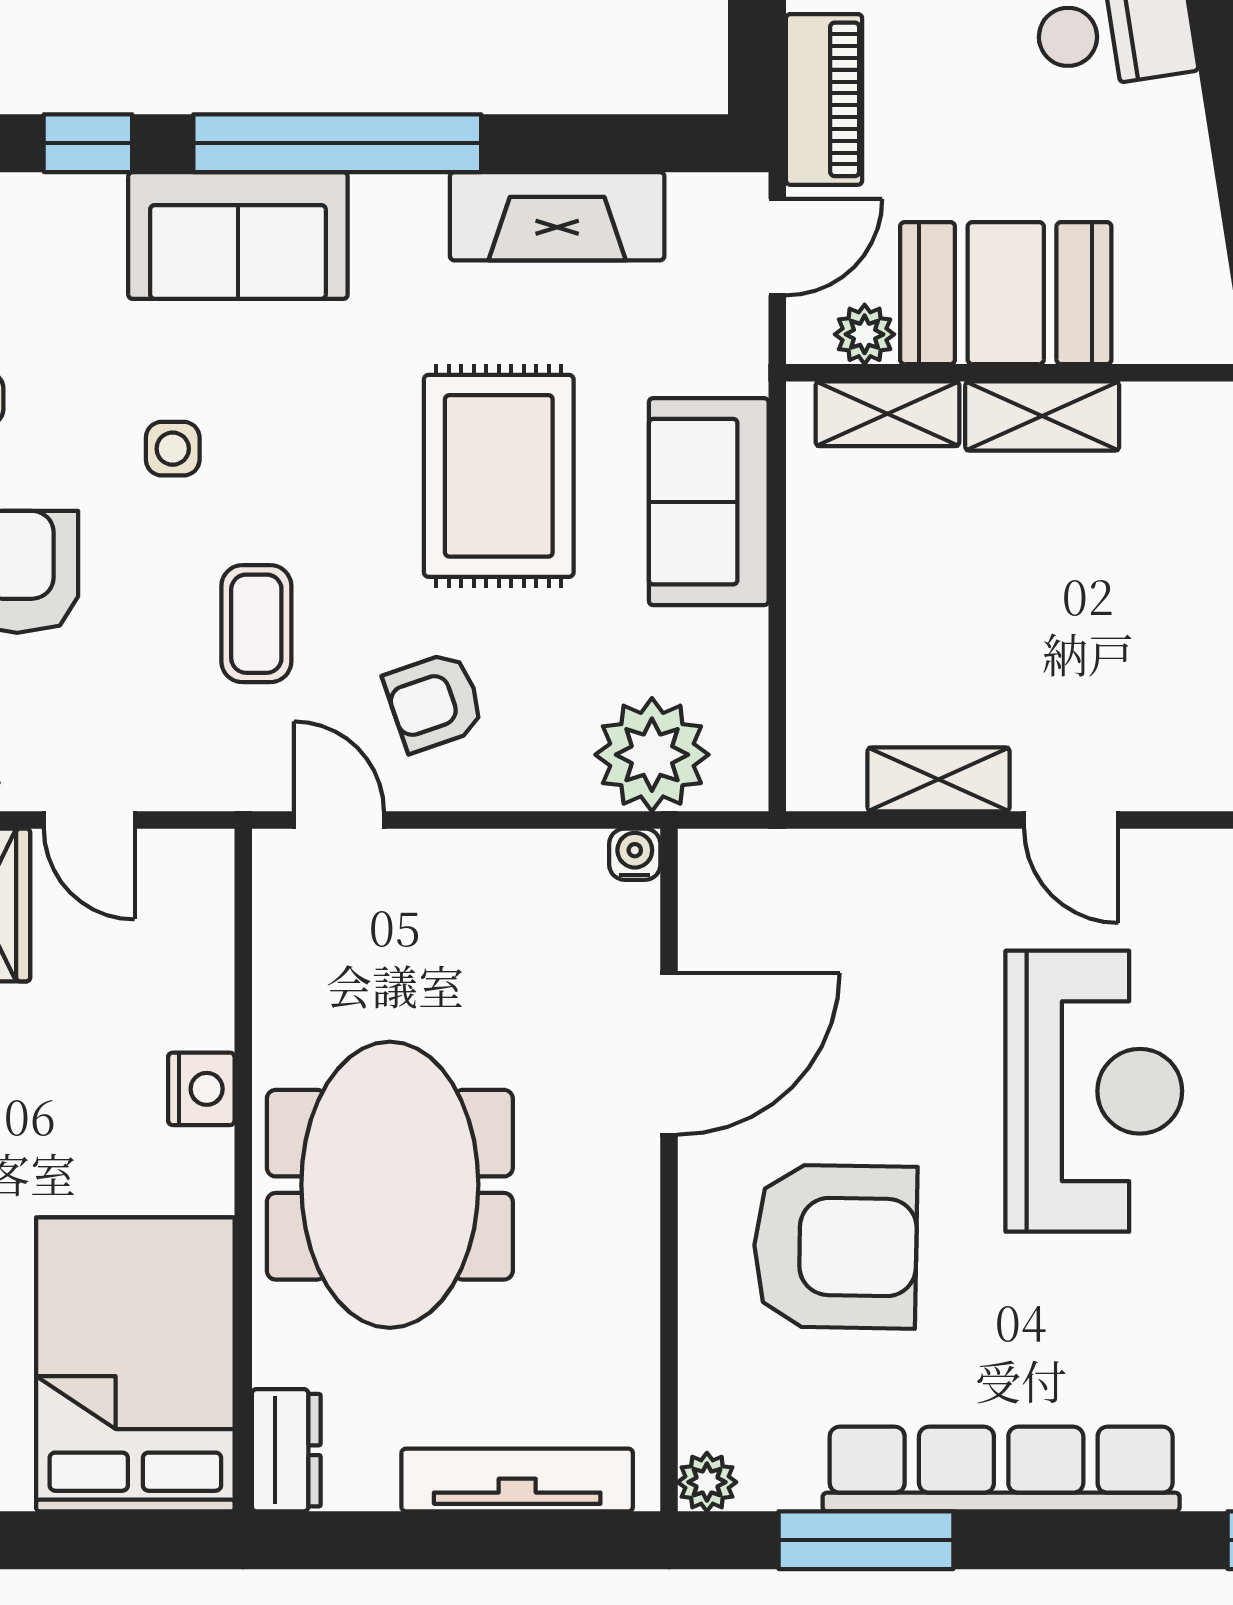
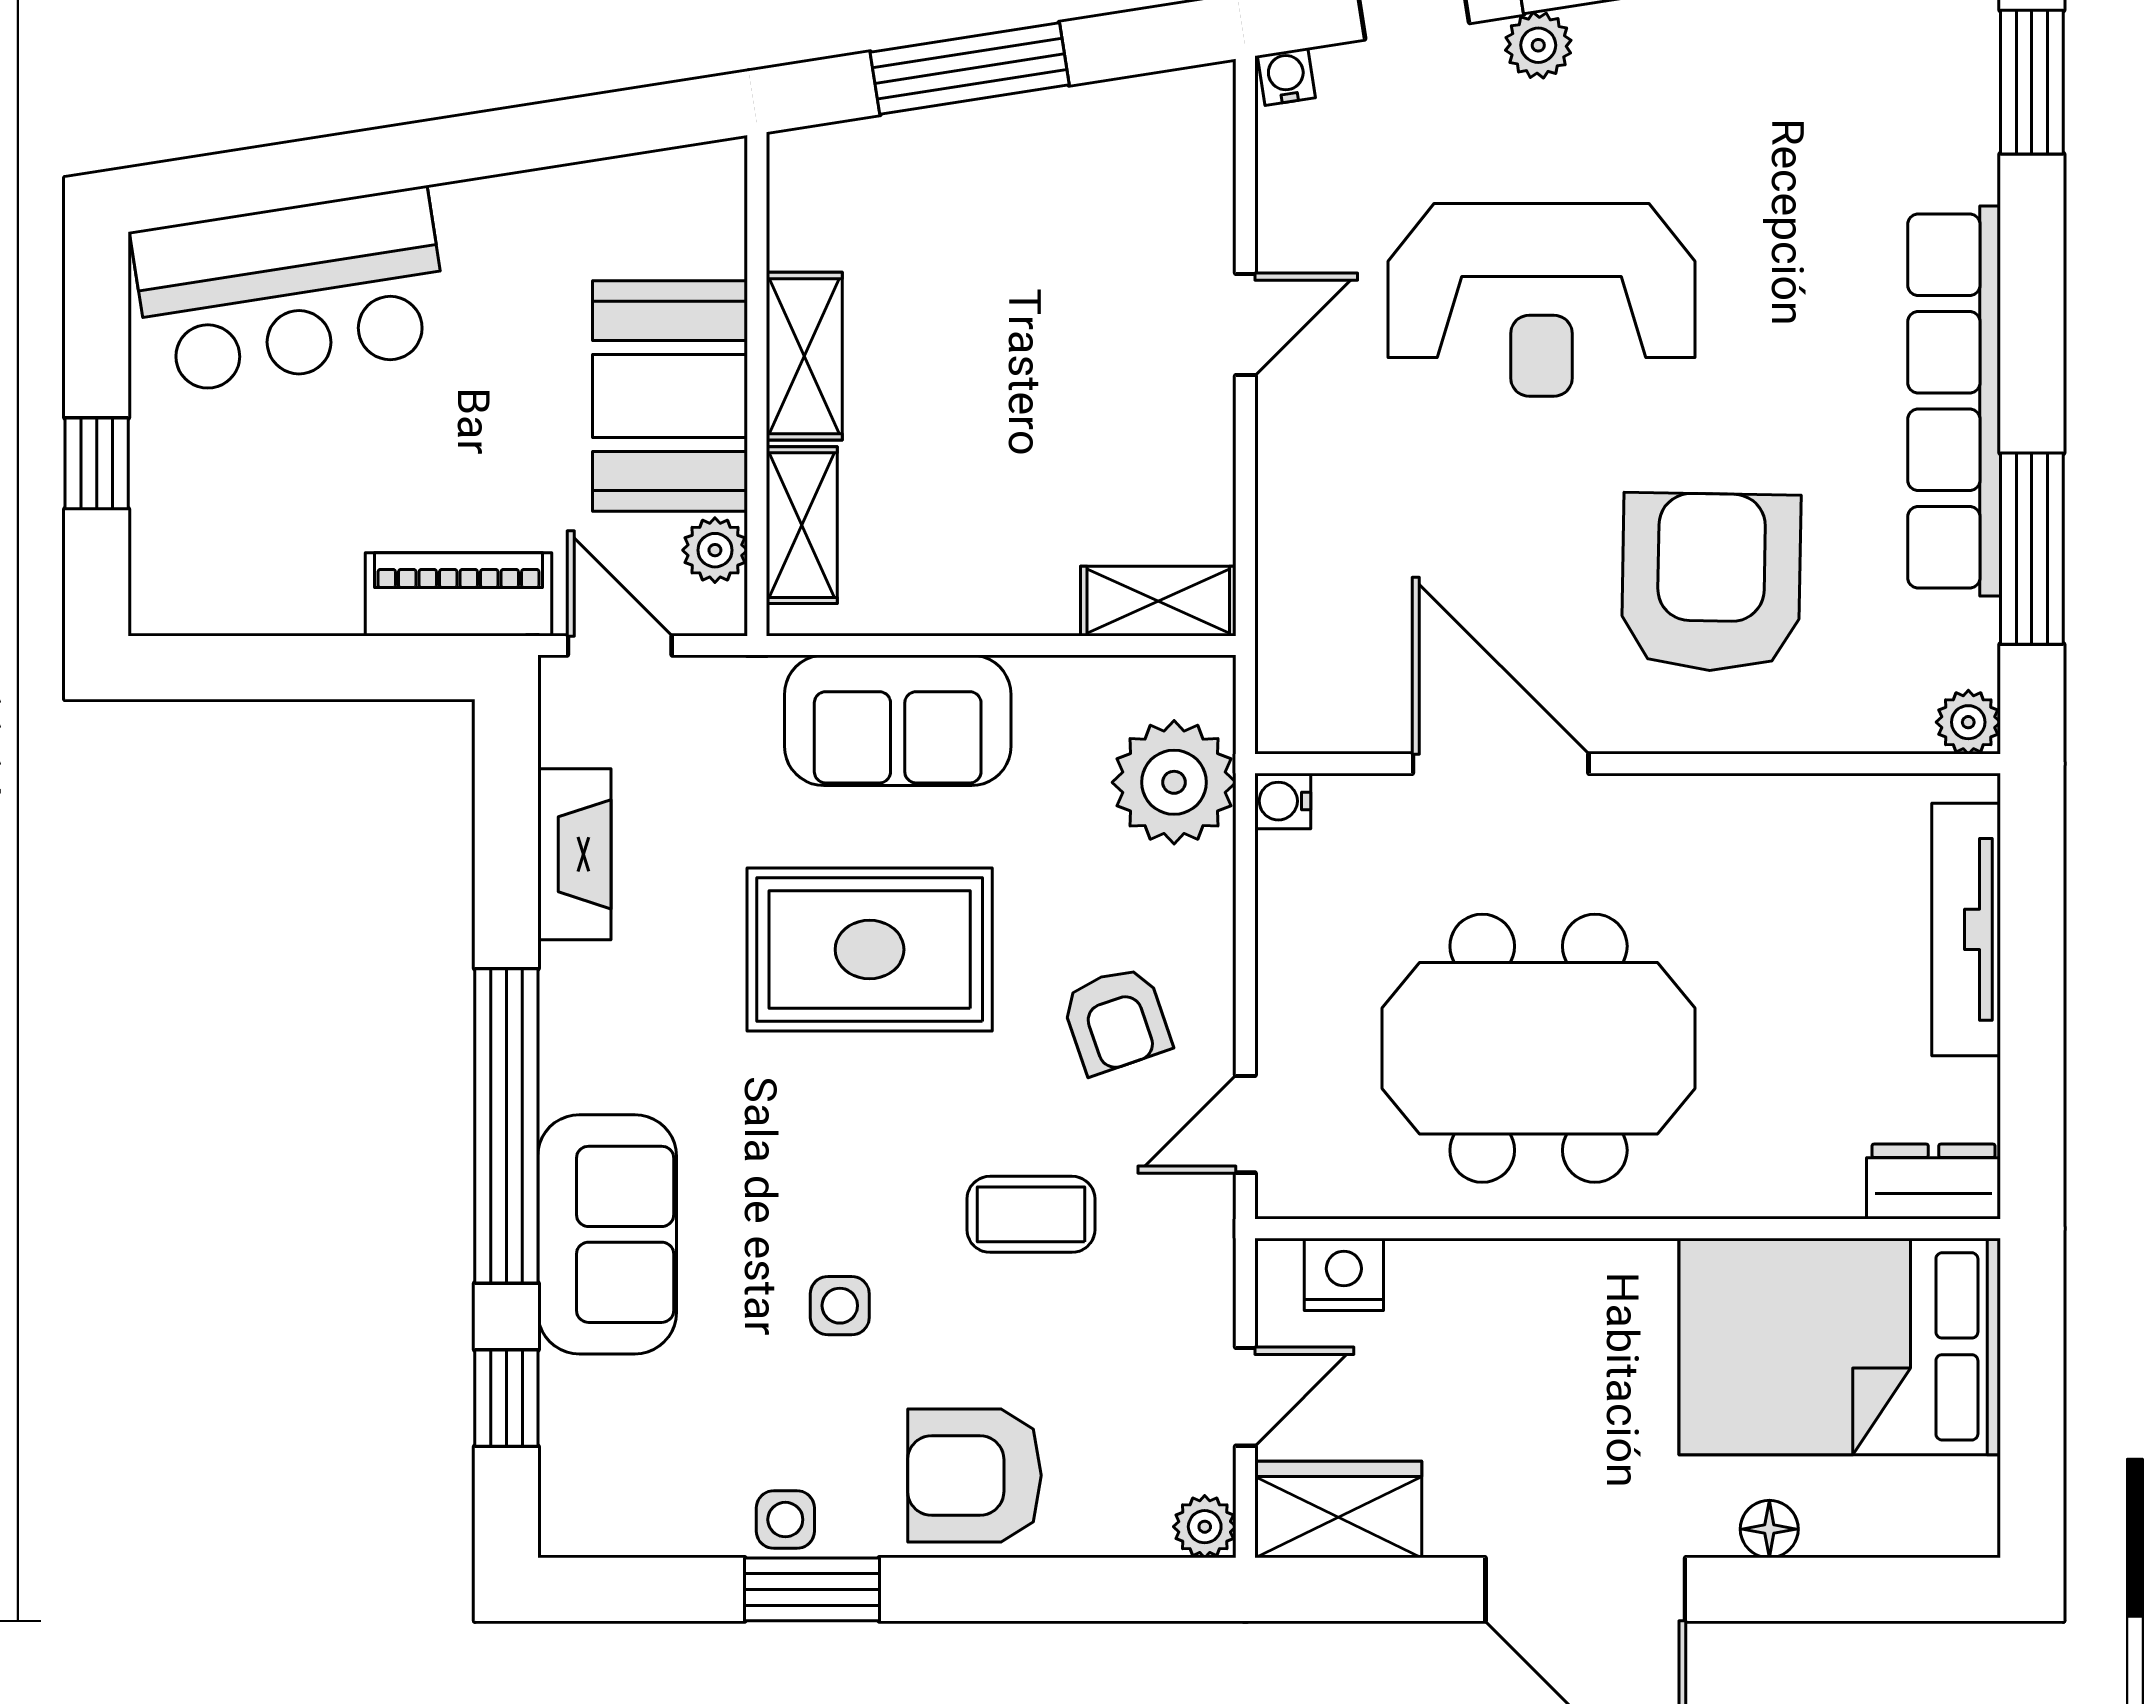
fireplace: (557, 216) -> (574, 854), width x0.73, depth x0.76
shelving: (939, 779) -> (1158, 601), moved, turned 90
nightstand: (201, 1089) -> (1344, 1274), moved
reception desk: (1094, 1091) -> (1542, 300), turned 180
meeting table: (390, 1185) -> (1539, 1048), moved

